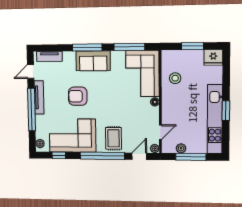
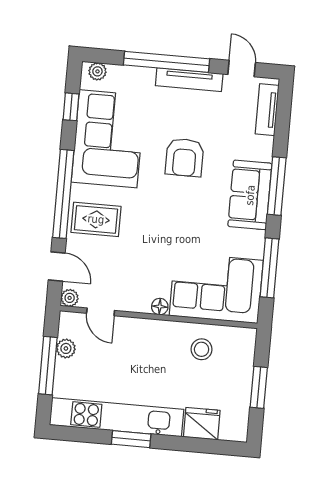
fridge: (213, 57) -> (202, 424), moved, turned 90
armchair: (78, 96) -> (184, 158), turned 180

